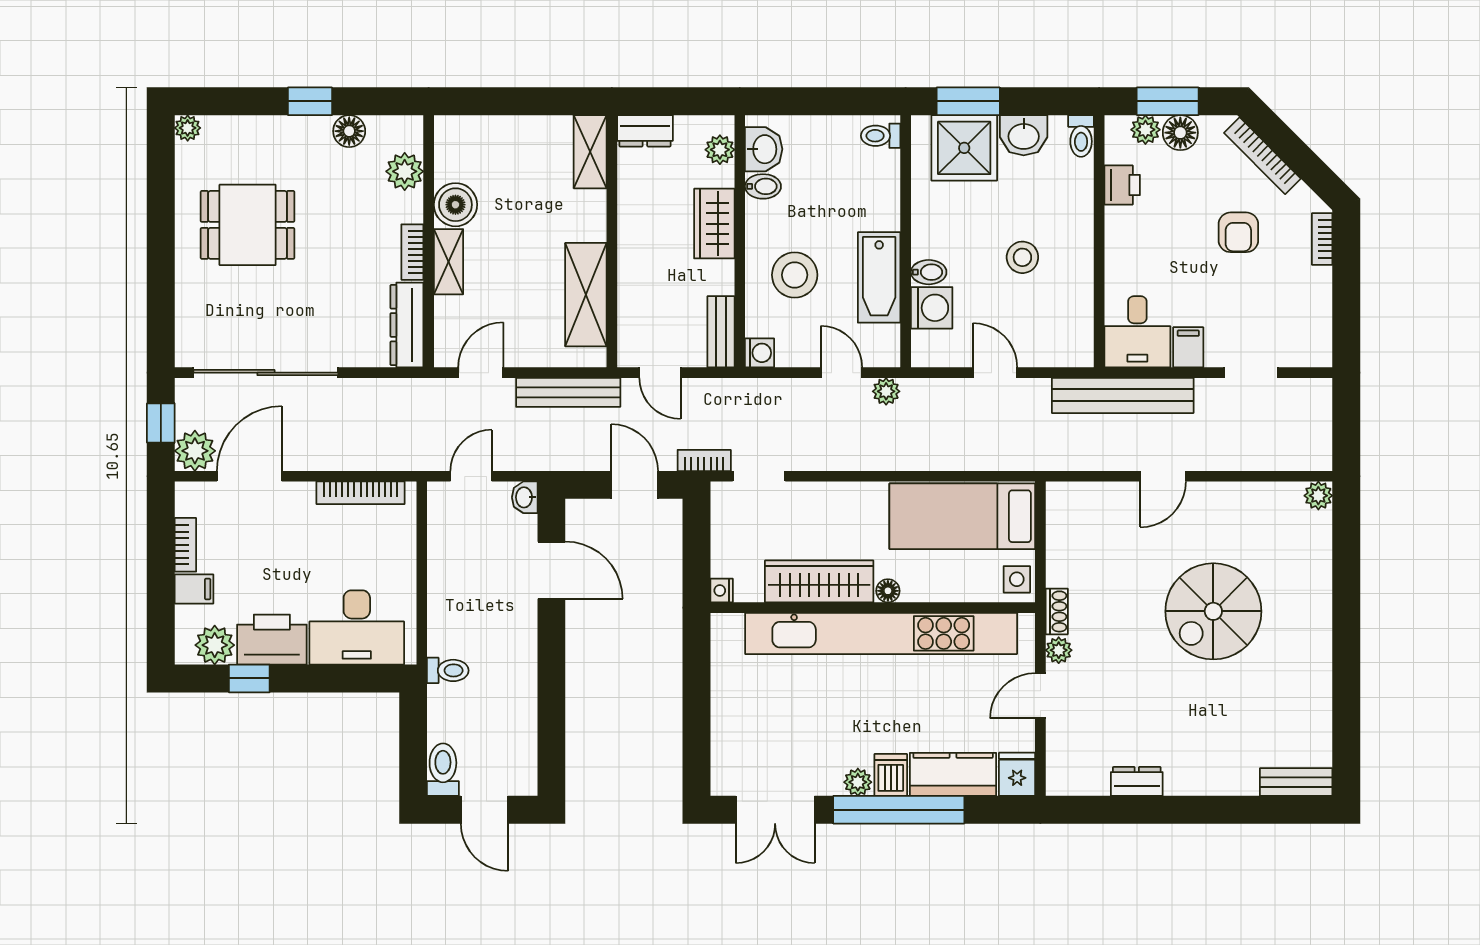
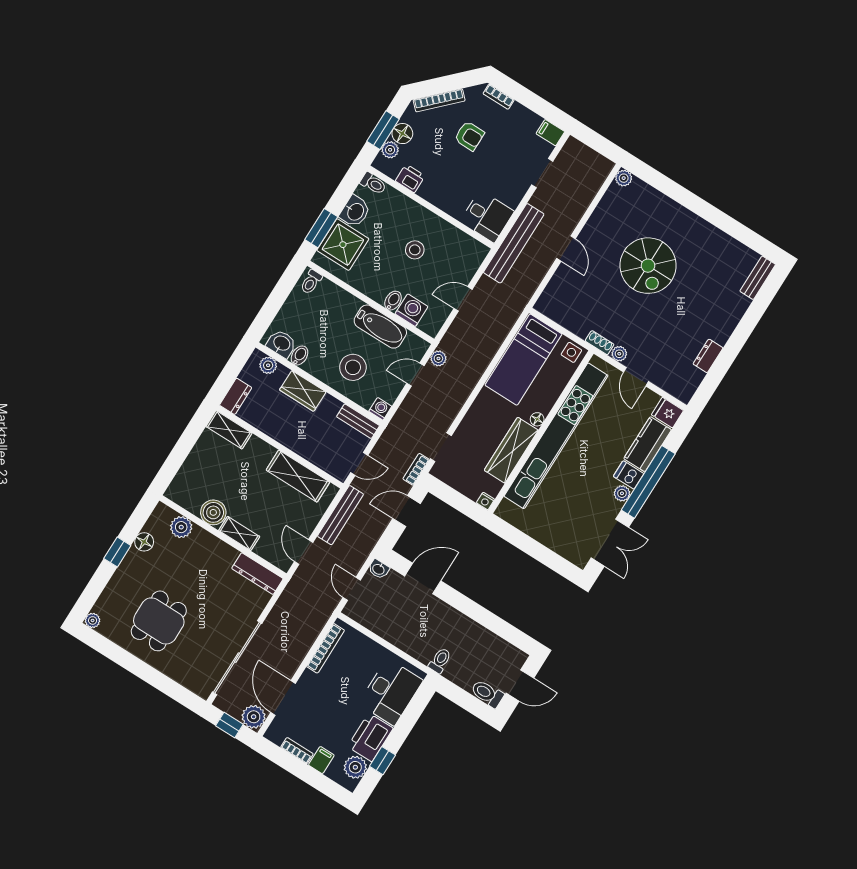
bookcase: (412, 252) -> (223, 548), removed
filing cabinet: (1188, 347) -> (550, 133), moved

